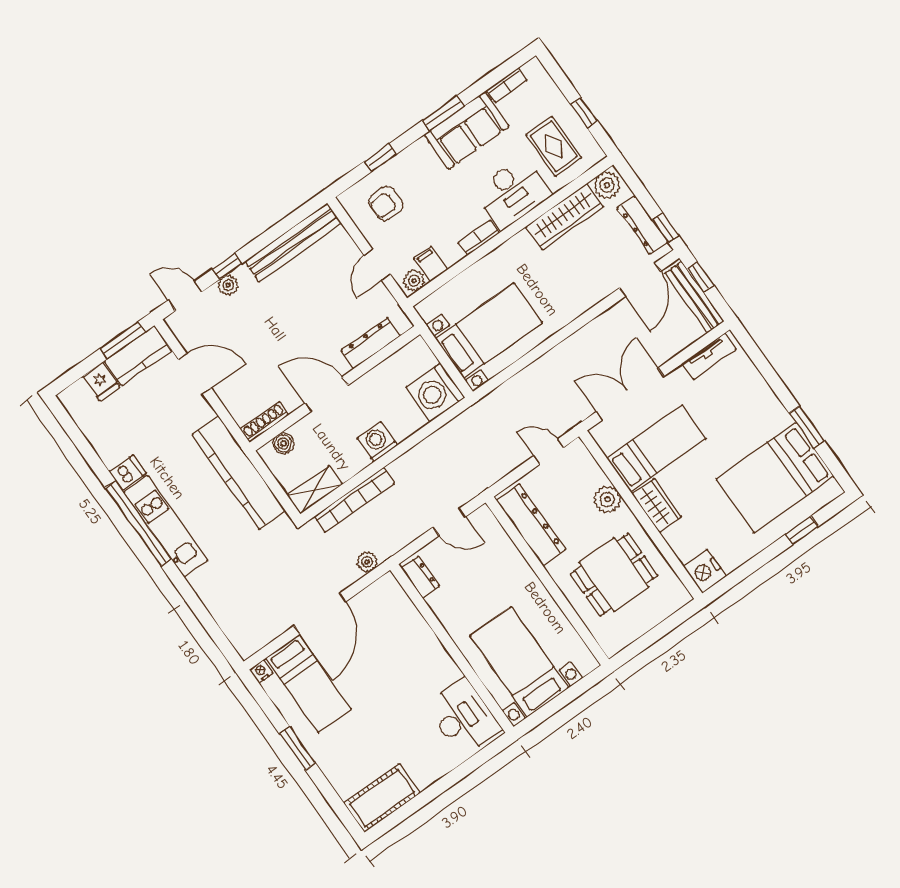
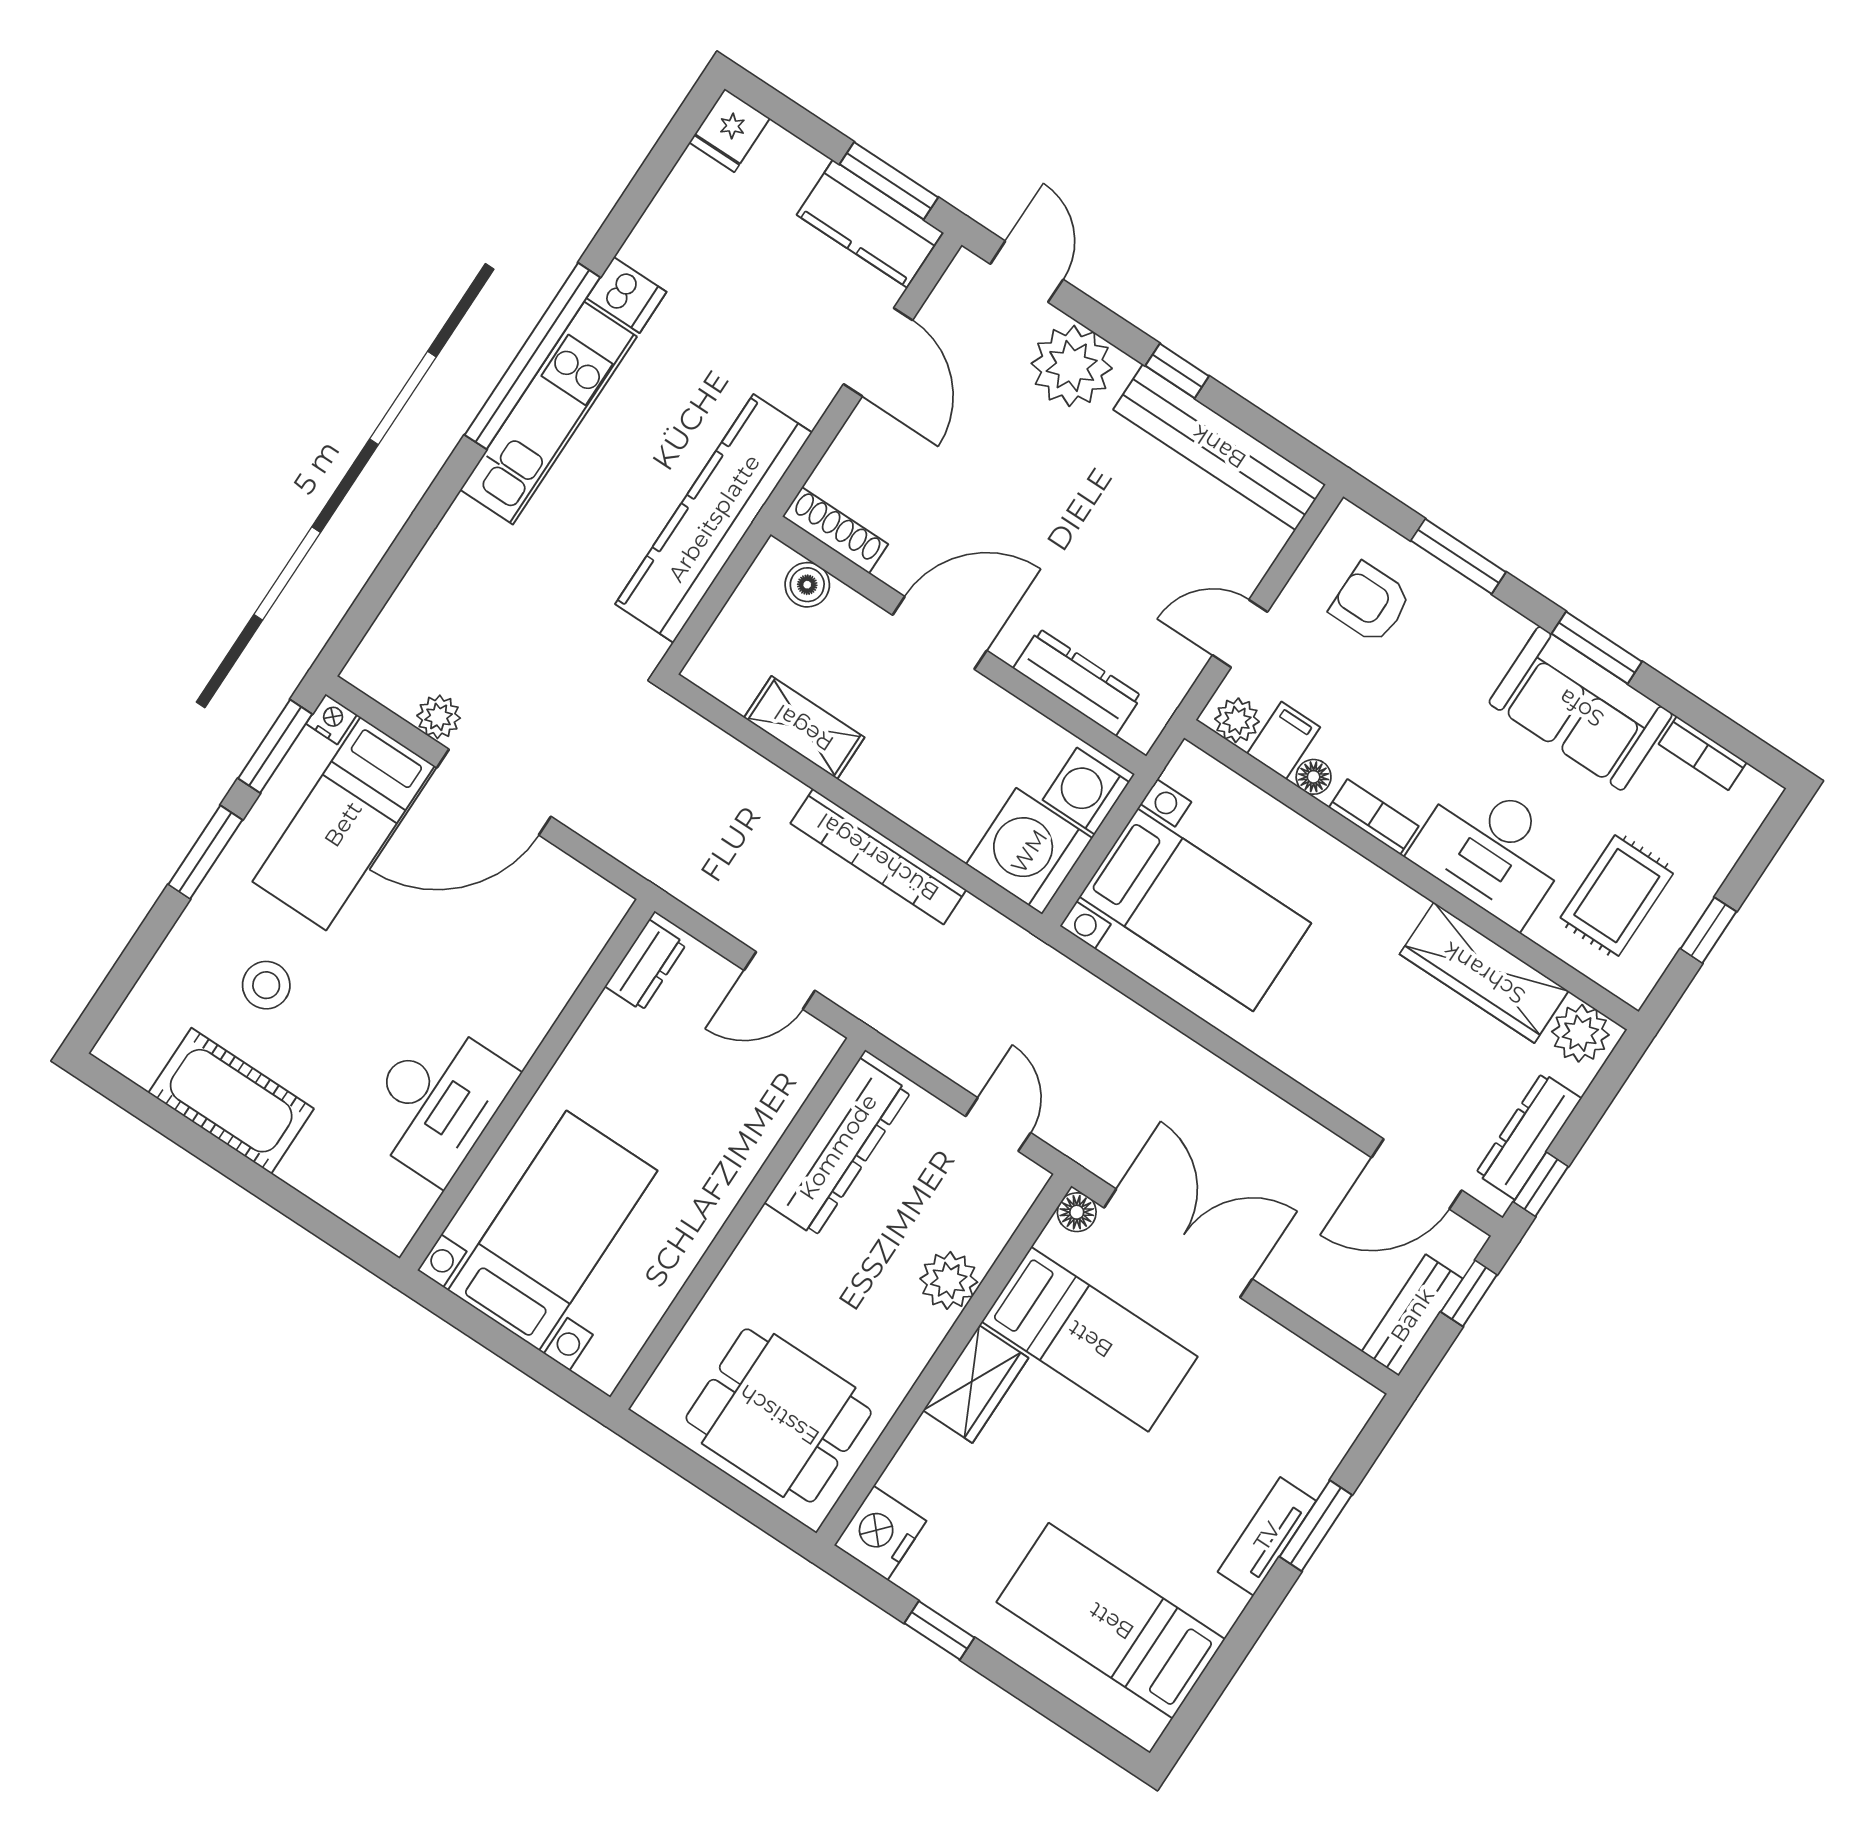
window: (381, 158) -> (1458, 556), width x1.50
floor lamp: (451, 257) -> (1314, 777), added
window: (227, 266) -> (1177, 371), moved
plant: (228, 285) -> (1072, 366), width x1.88, depth x1.88
bench: (695, 297) -> (1412, 1315), width x0.73
tv unit: (709, 356) -> (1267, 1536), moved, turned 90
fridge: (101, 381) -> (730, 130), moved
door: (326, 394) -> (940, 633), hinge flipped
window: (807, 427) -> (1316, 1526), moved
floor lamp: (599, 433) -> (1077, 1212), added
washing machine: (377, 442) -> (1086, 791), moved, turned -90
bed: (775, 478) -> (1111, 1621), width x0.67
shelving: (315, 490) -> (804, 728), moved
bookcase: (354, 500) -> (878, 857), moved
door: (449, 522) -> (779, 980), hinge flipped
window: (802, 531) -> (939, 1630), moved
plant: (367, 562) -> (439, 717), moved
dining table: (614, 575) -> (779, 1415), moved
window: (263, 700) -> (275, 746), added
desk: (463, 717) -> (437, 1101), moved
stool: (365, 744) -> (266, 985), added
cot: (382, 798) -> (231, 1101), moved

